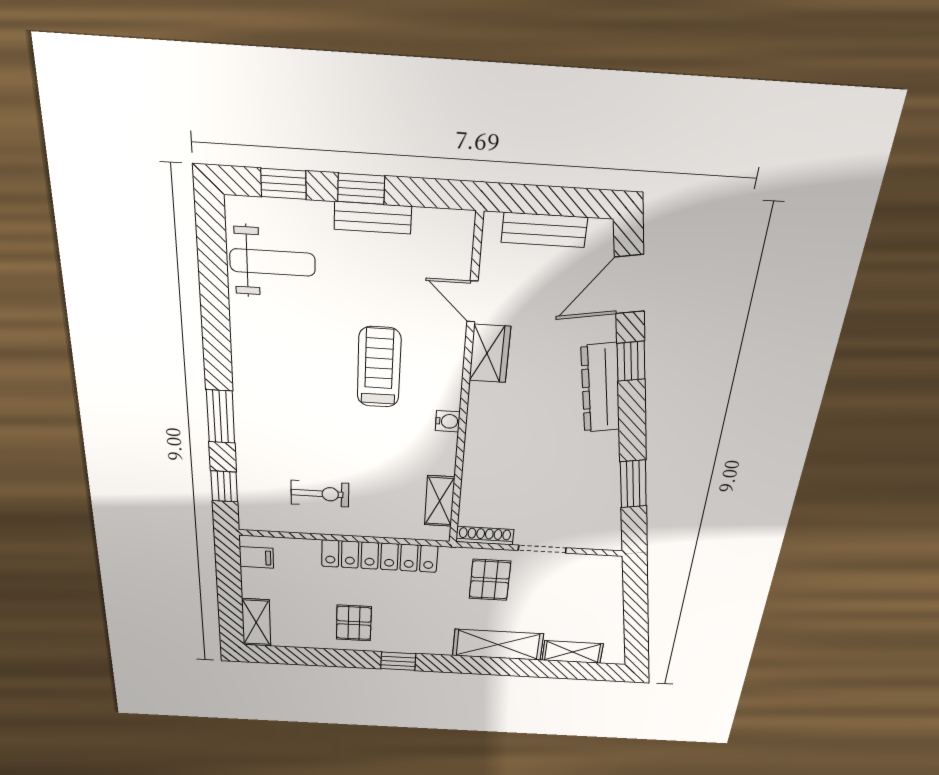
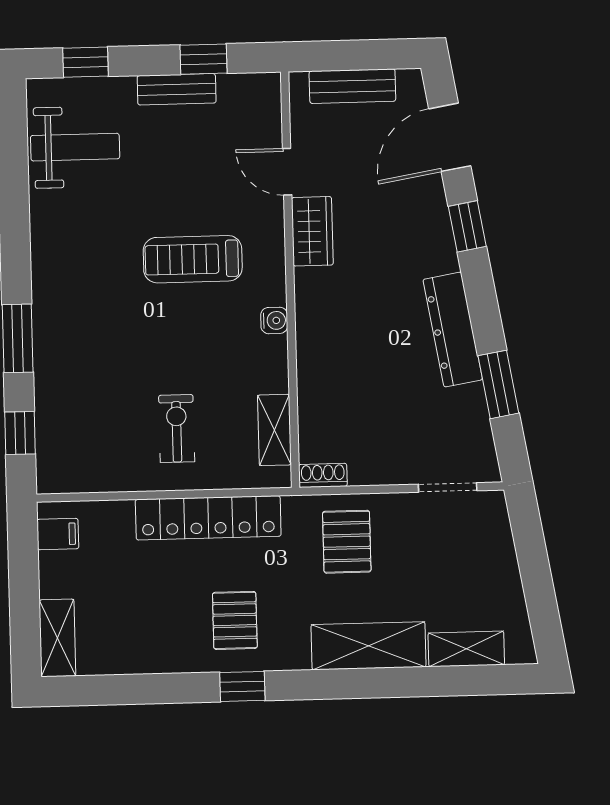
window: (361, 189) -> (204, 59), moved
treadmill: (379, 367) -> (193, 259), turned -90
dresser: (600, 388) -> (453, 330), moved
exercise bike: (320, 494) -> (177, 428), moved, turned -90
shoe rack: (485, 536) -> (323, 475), width x0.70
doorway: (542, 549) -> (448, 487), moved
pallet: (354, 623) -> (235, 620), moved

